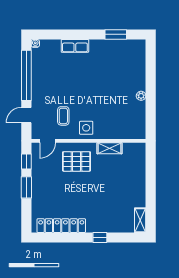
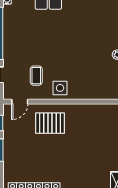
shelving: (109, 148) -> (84, 109), removed

